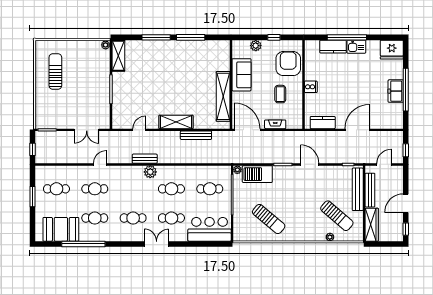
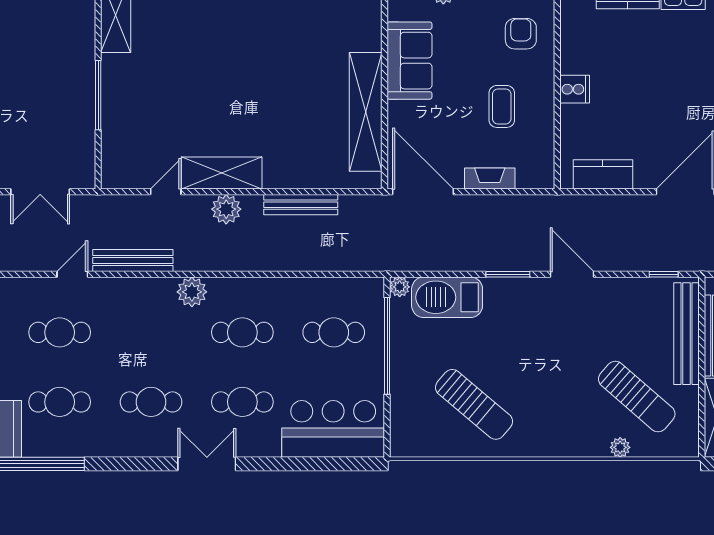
armchair: (288, 64) -> (521, 34), width x0.53, depth x0.53
shelving: (176, 122) -> (222, 173), moved
plant: (165, 137) -> (226, 209), added
bench: (145, 159) -> (133, 261), moved, width x1.36

